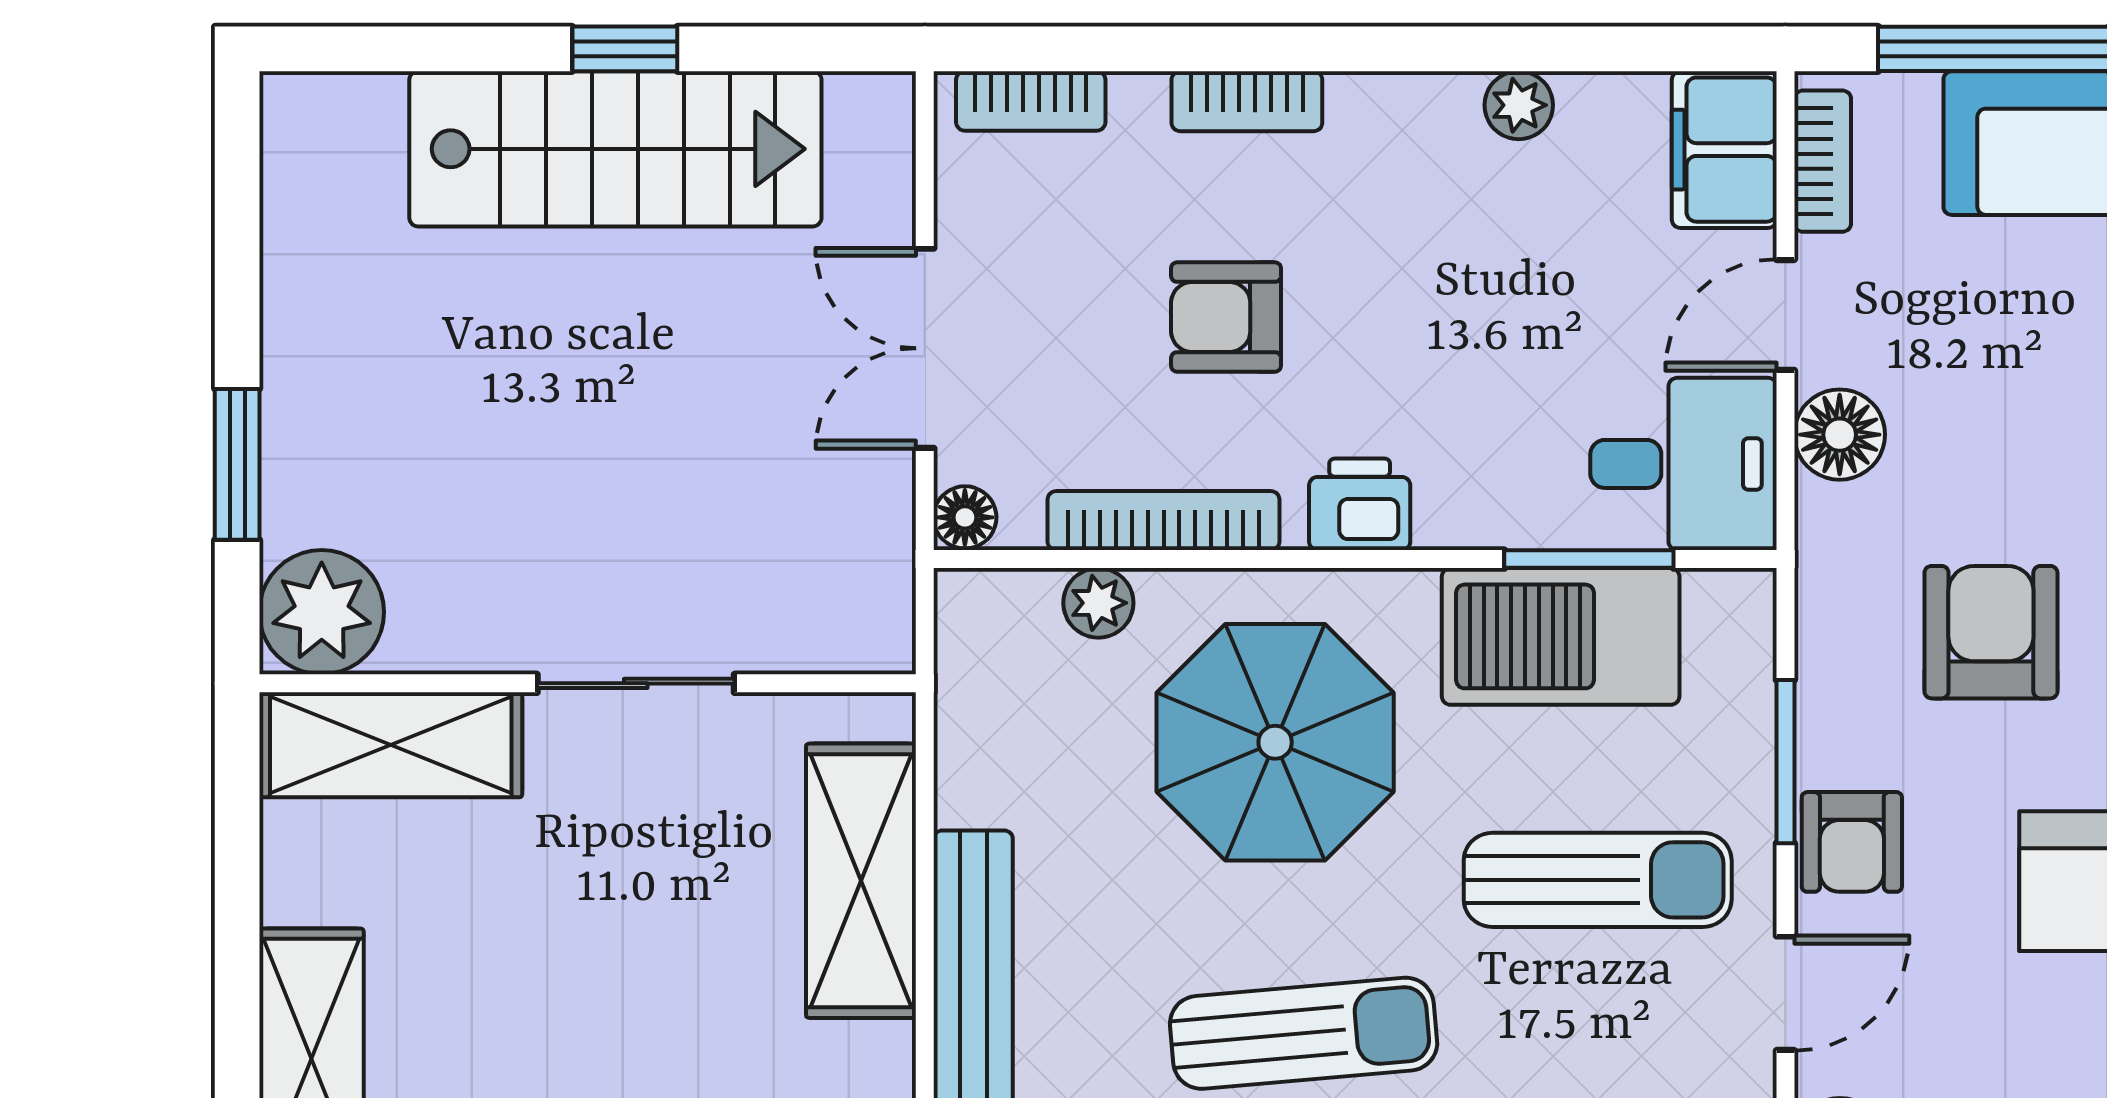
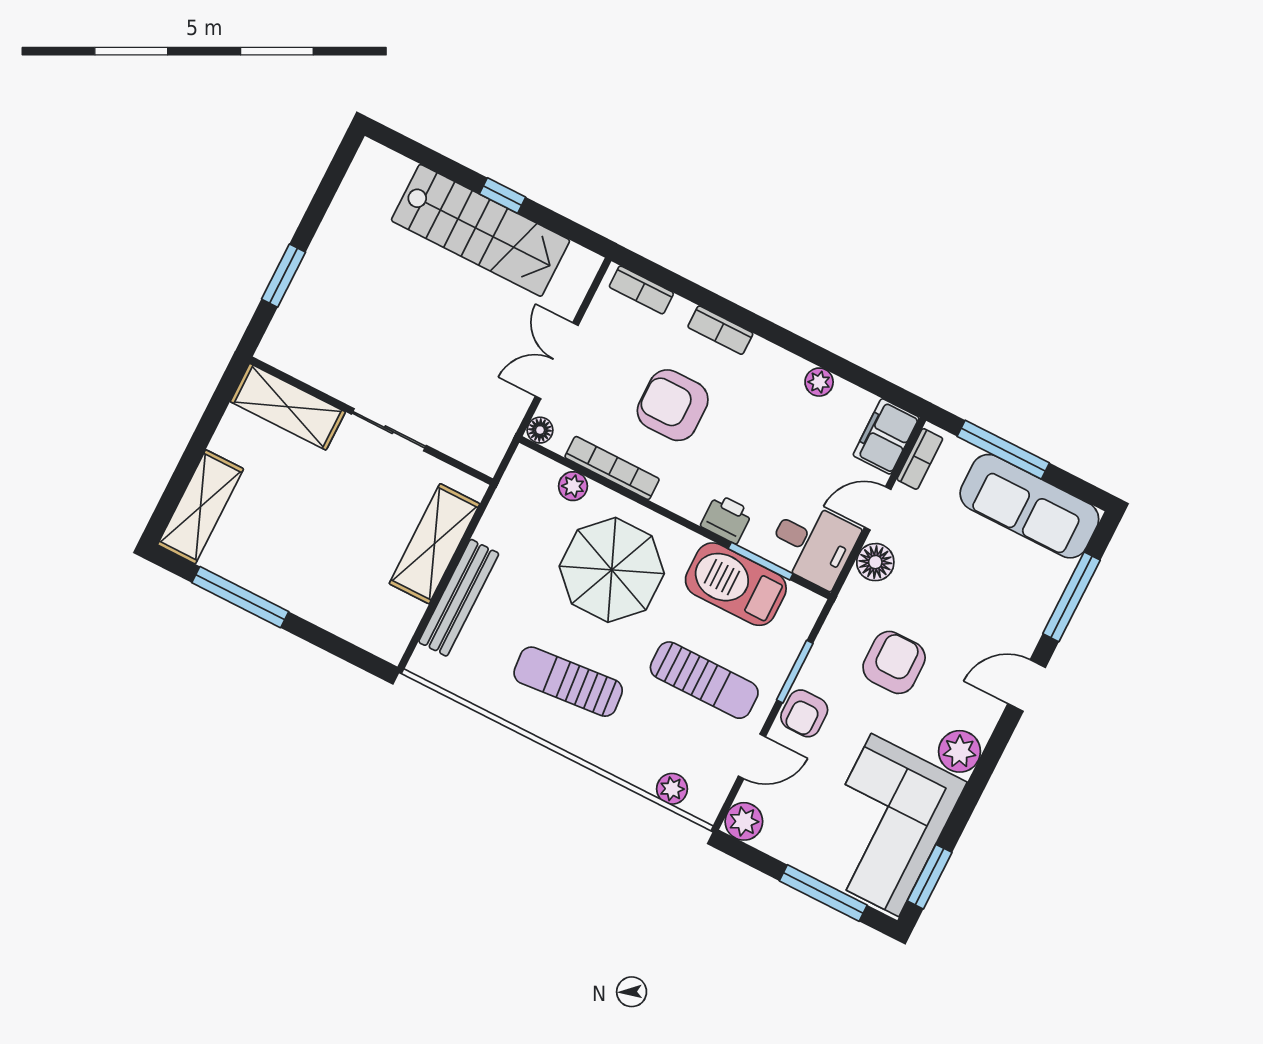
armchair: (1226, 317) -> (673, 405), width x1.38, depth x1.38
printer: (1360, 504) -> (727, 519), moved
plant: (322, 612) -> (287, 345), removed
sun lounger: (1304, 1033) -> (568, 682), turned 180

